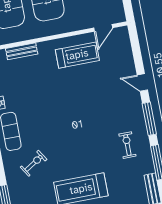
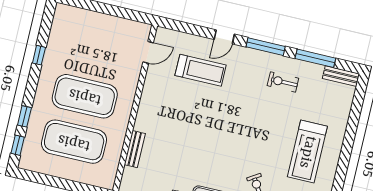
door: (103, 28) -> (148, 52), hinge flipped
treadmill: (77, 55) -> (201, 70), moved, turned 90

